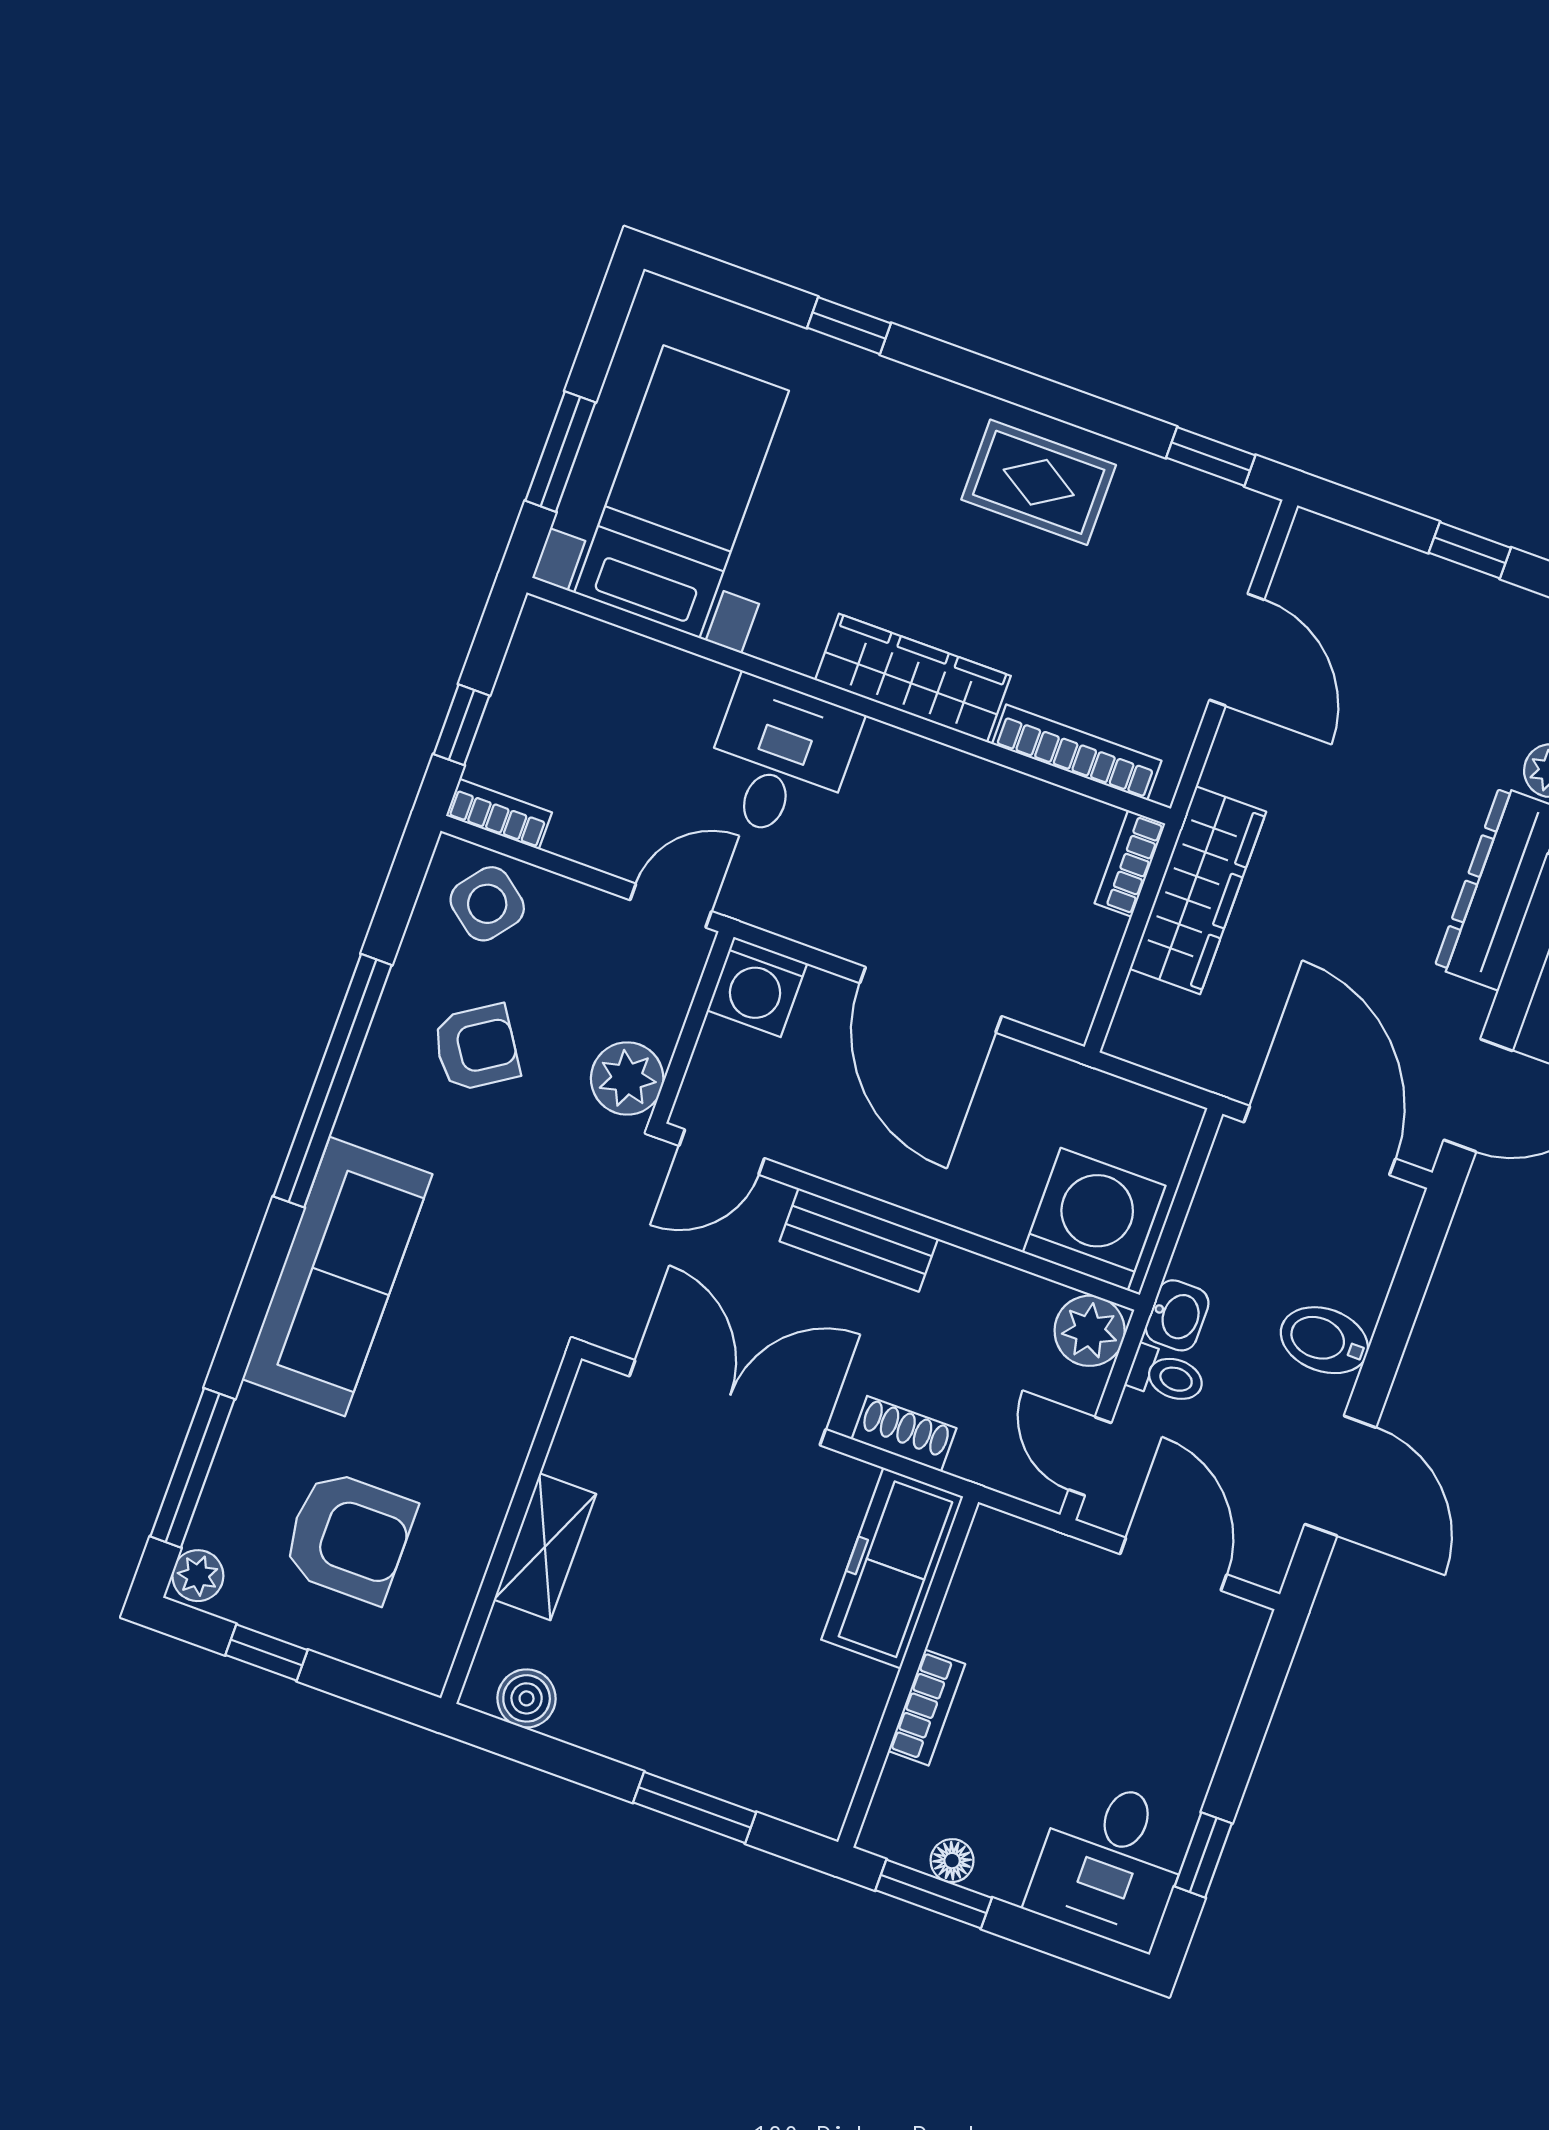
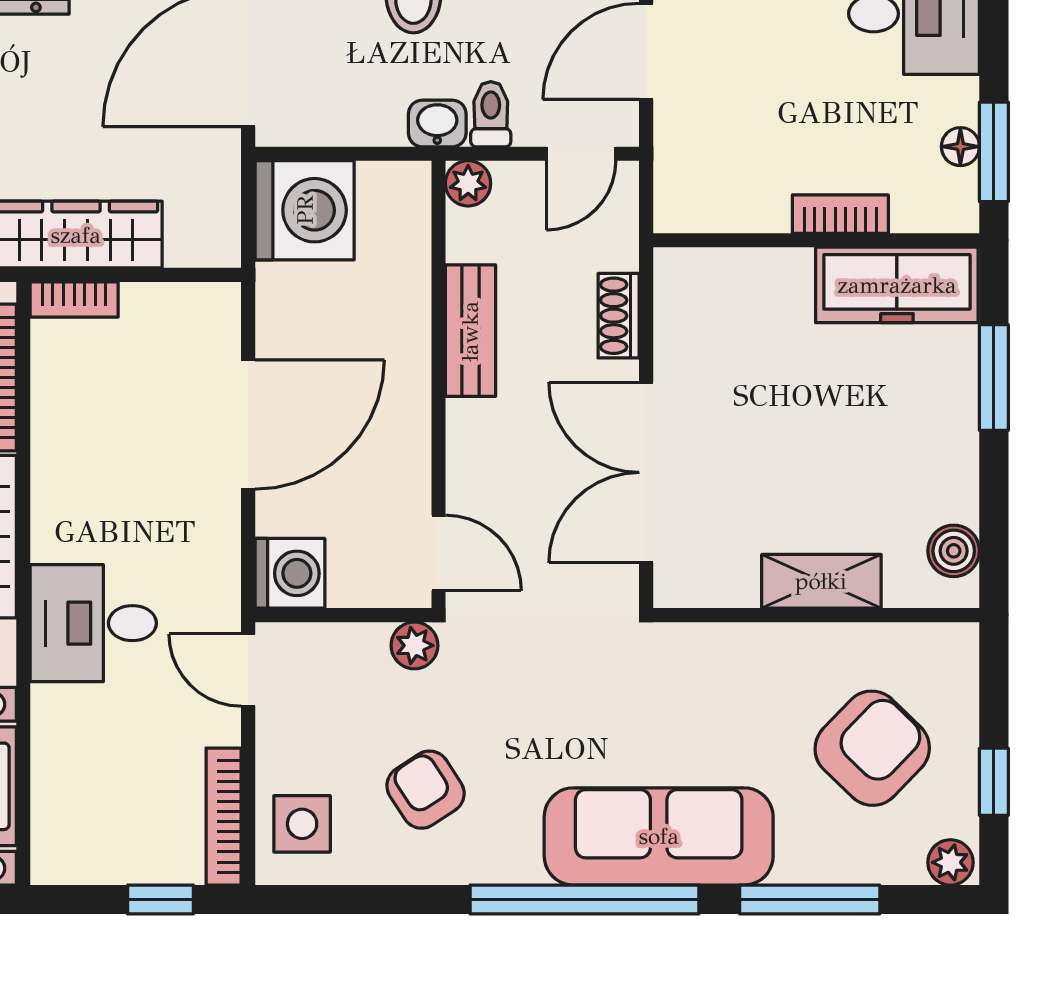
bookcase: (499, 814) -> (224, 817), width x1.56
side table: (487, 904) -> (302, 824), turned -38
plant: (627, 1079) -> (414, 645), width x0.73, depth x0.73
window: (333, 1081) -> (585, 899), moved
washing machine: (1094, 1219) -> (305, 210), moved, turned 180
bench: (859, 1240) -> (470, 331), moved
plant: (1090, 1331) -> (468, 183), width x0.73, depth x0.73
window: (192, 1468) -> (810, 899), moved
armchair: (349, 1537) -> (872, 748), turned 44
freezer: (892, 1568) -> (897, 285), moved

